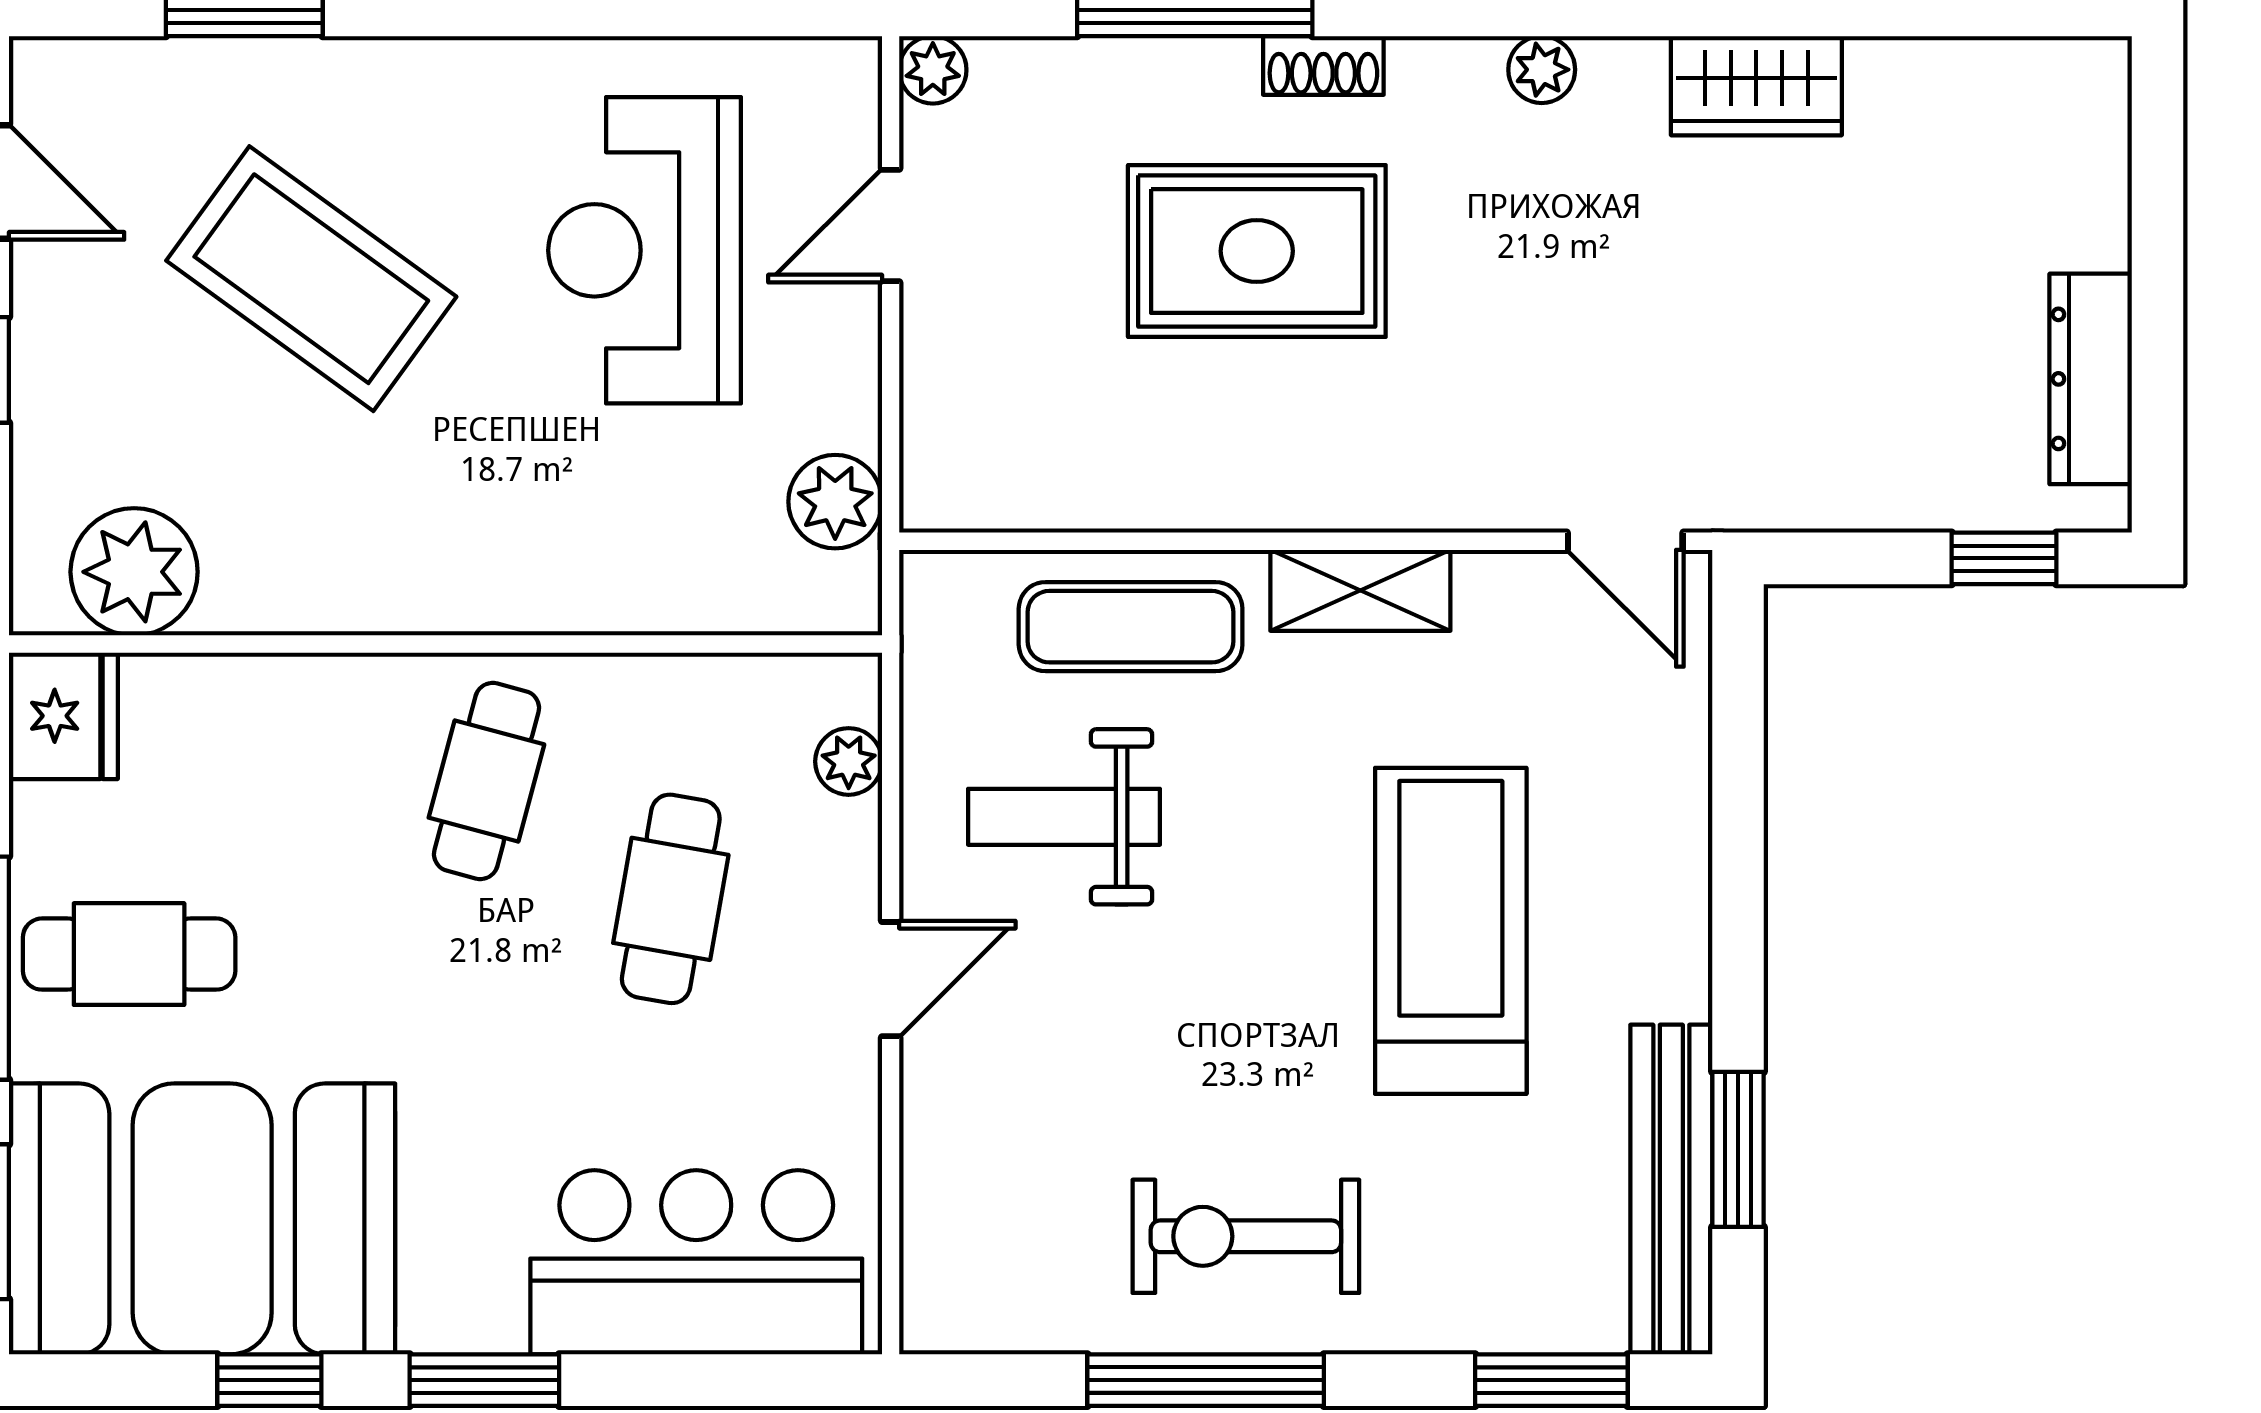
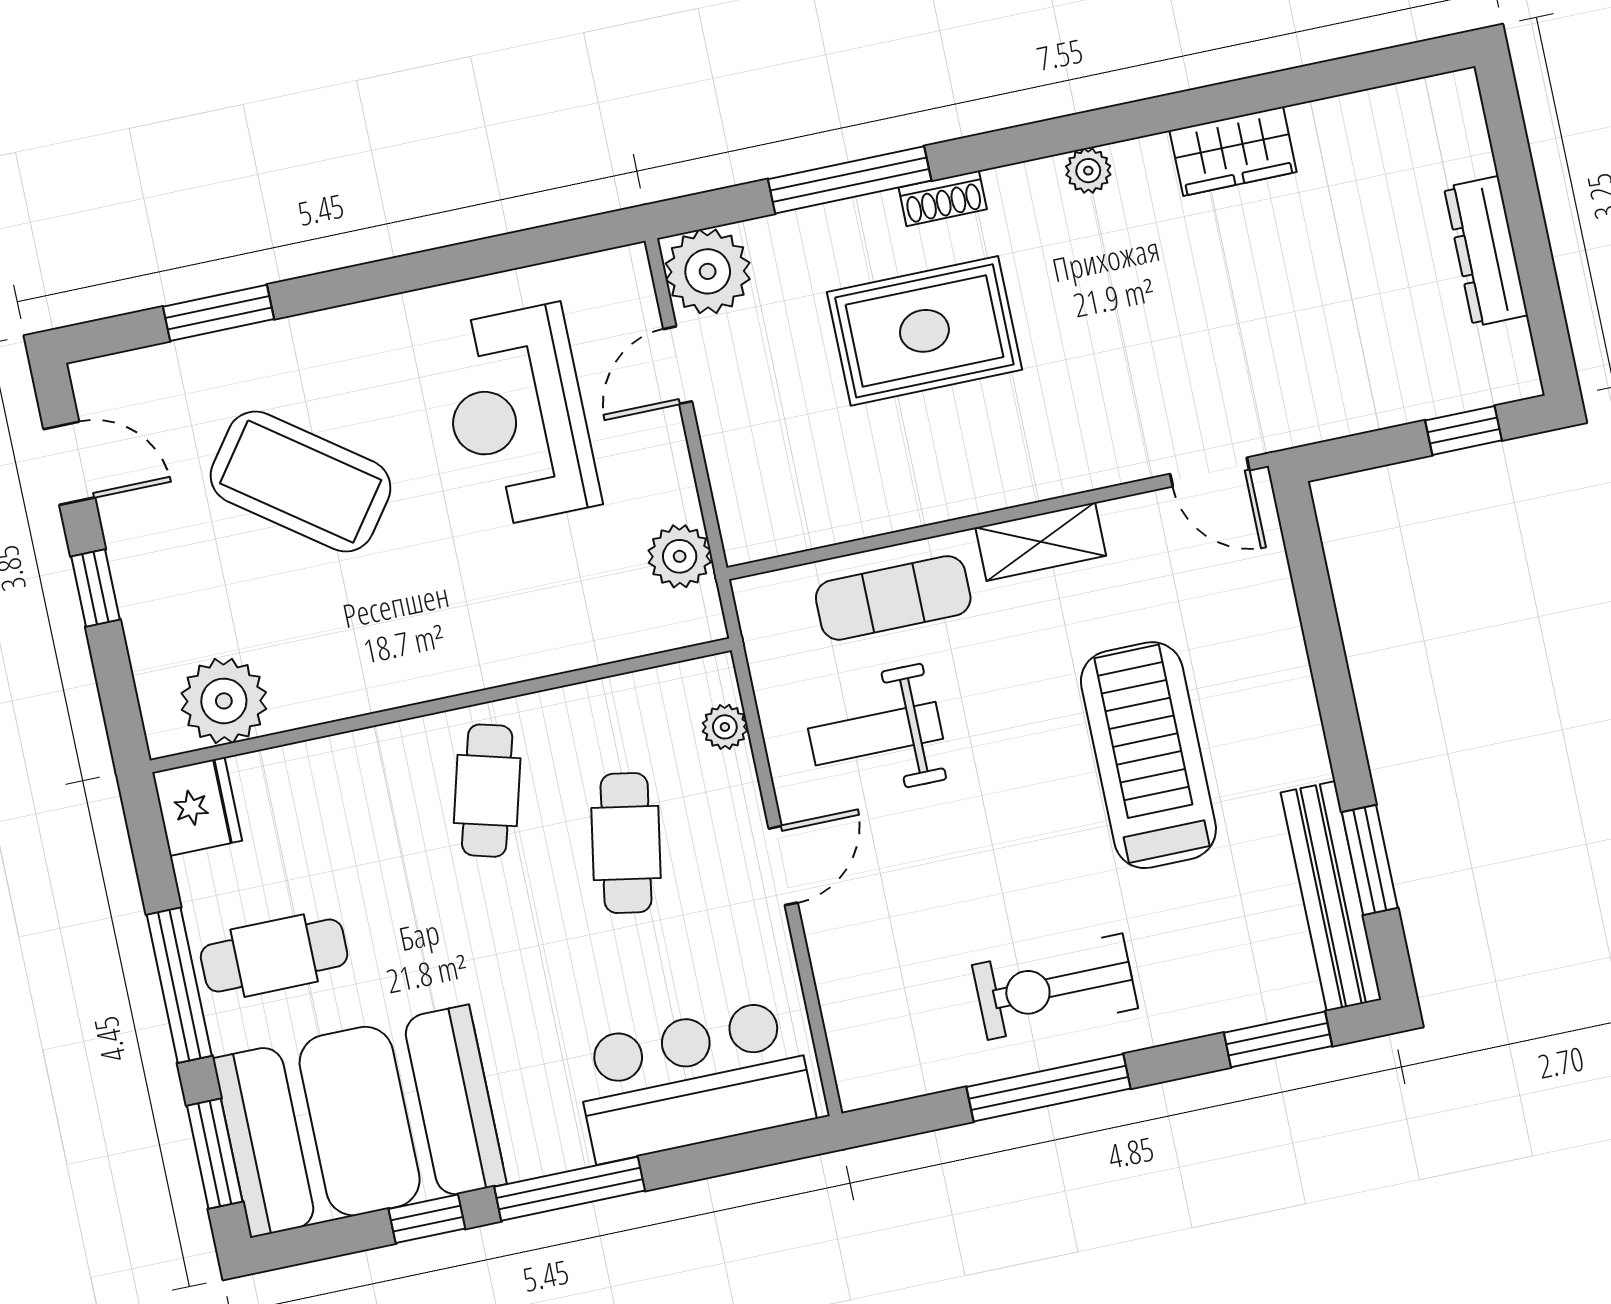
plant: (933, 70) -> (708, 271), width x1.87, depth x1.87
dresser: (2091, 379) -> (1486, 251), moved
window: (484, 1380) -> (570, 1189), width x1.44

